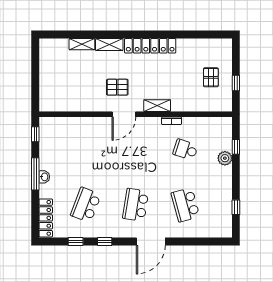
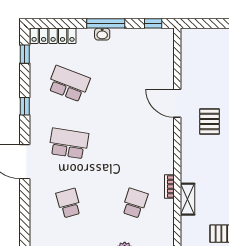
shelving: (157, 106) -> (187, 199), moved
door: (124, 114) -> (177, 103), moved
school desk: (185, 205) -> (69, 203), width x0.54
window: (76, 242) -> (25, 54), moved

